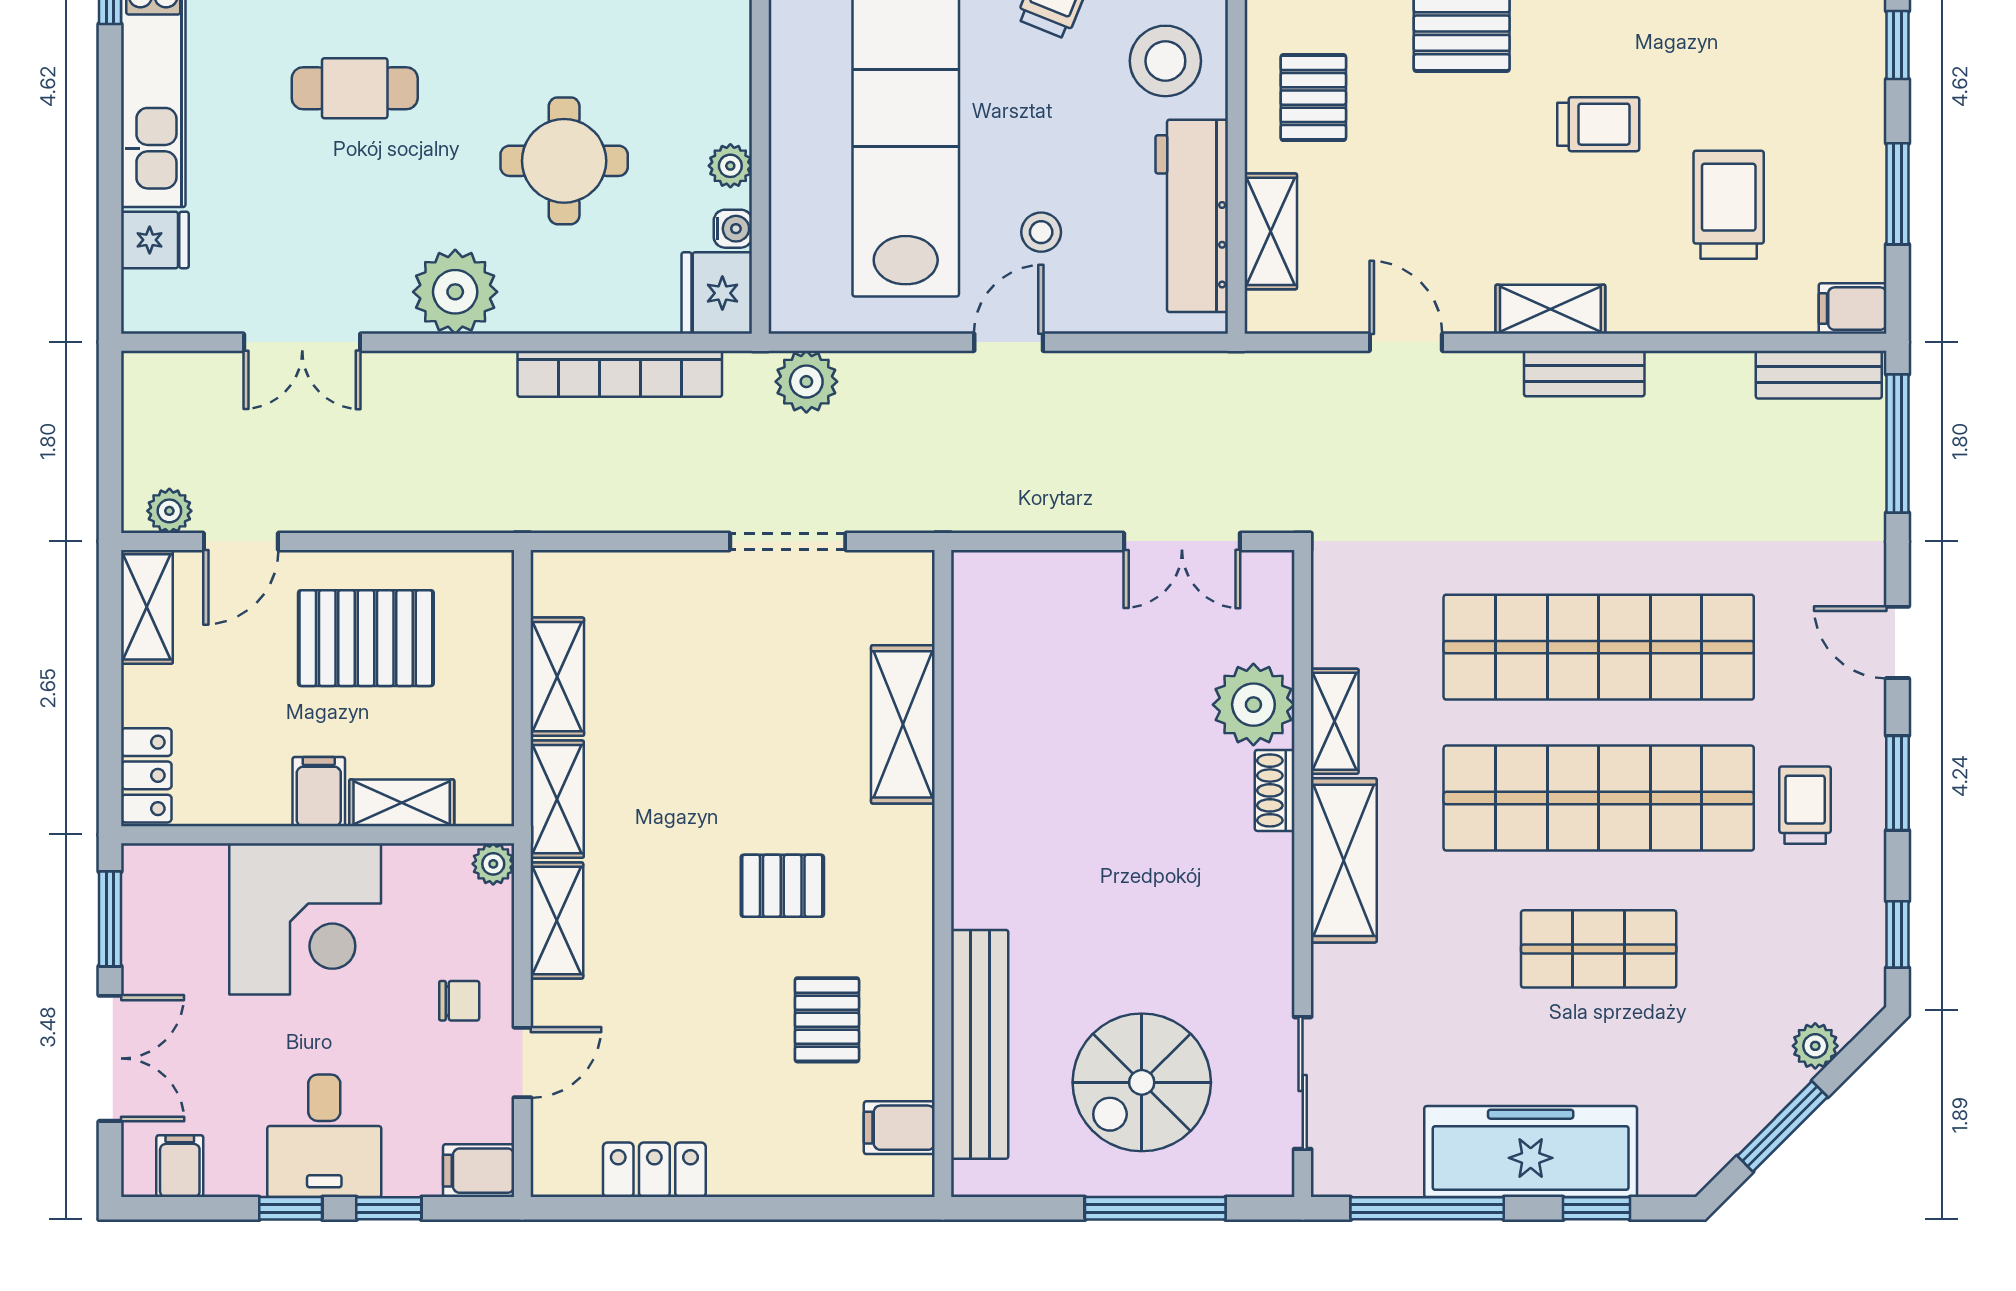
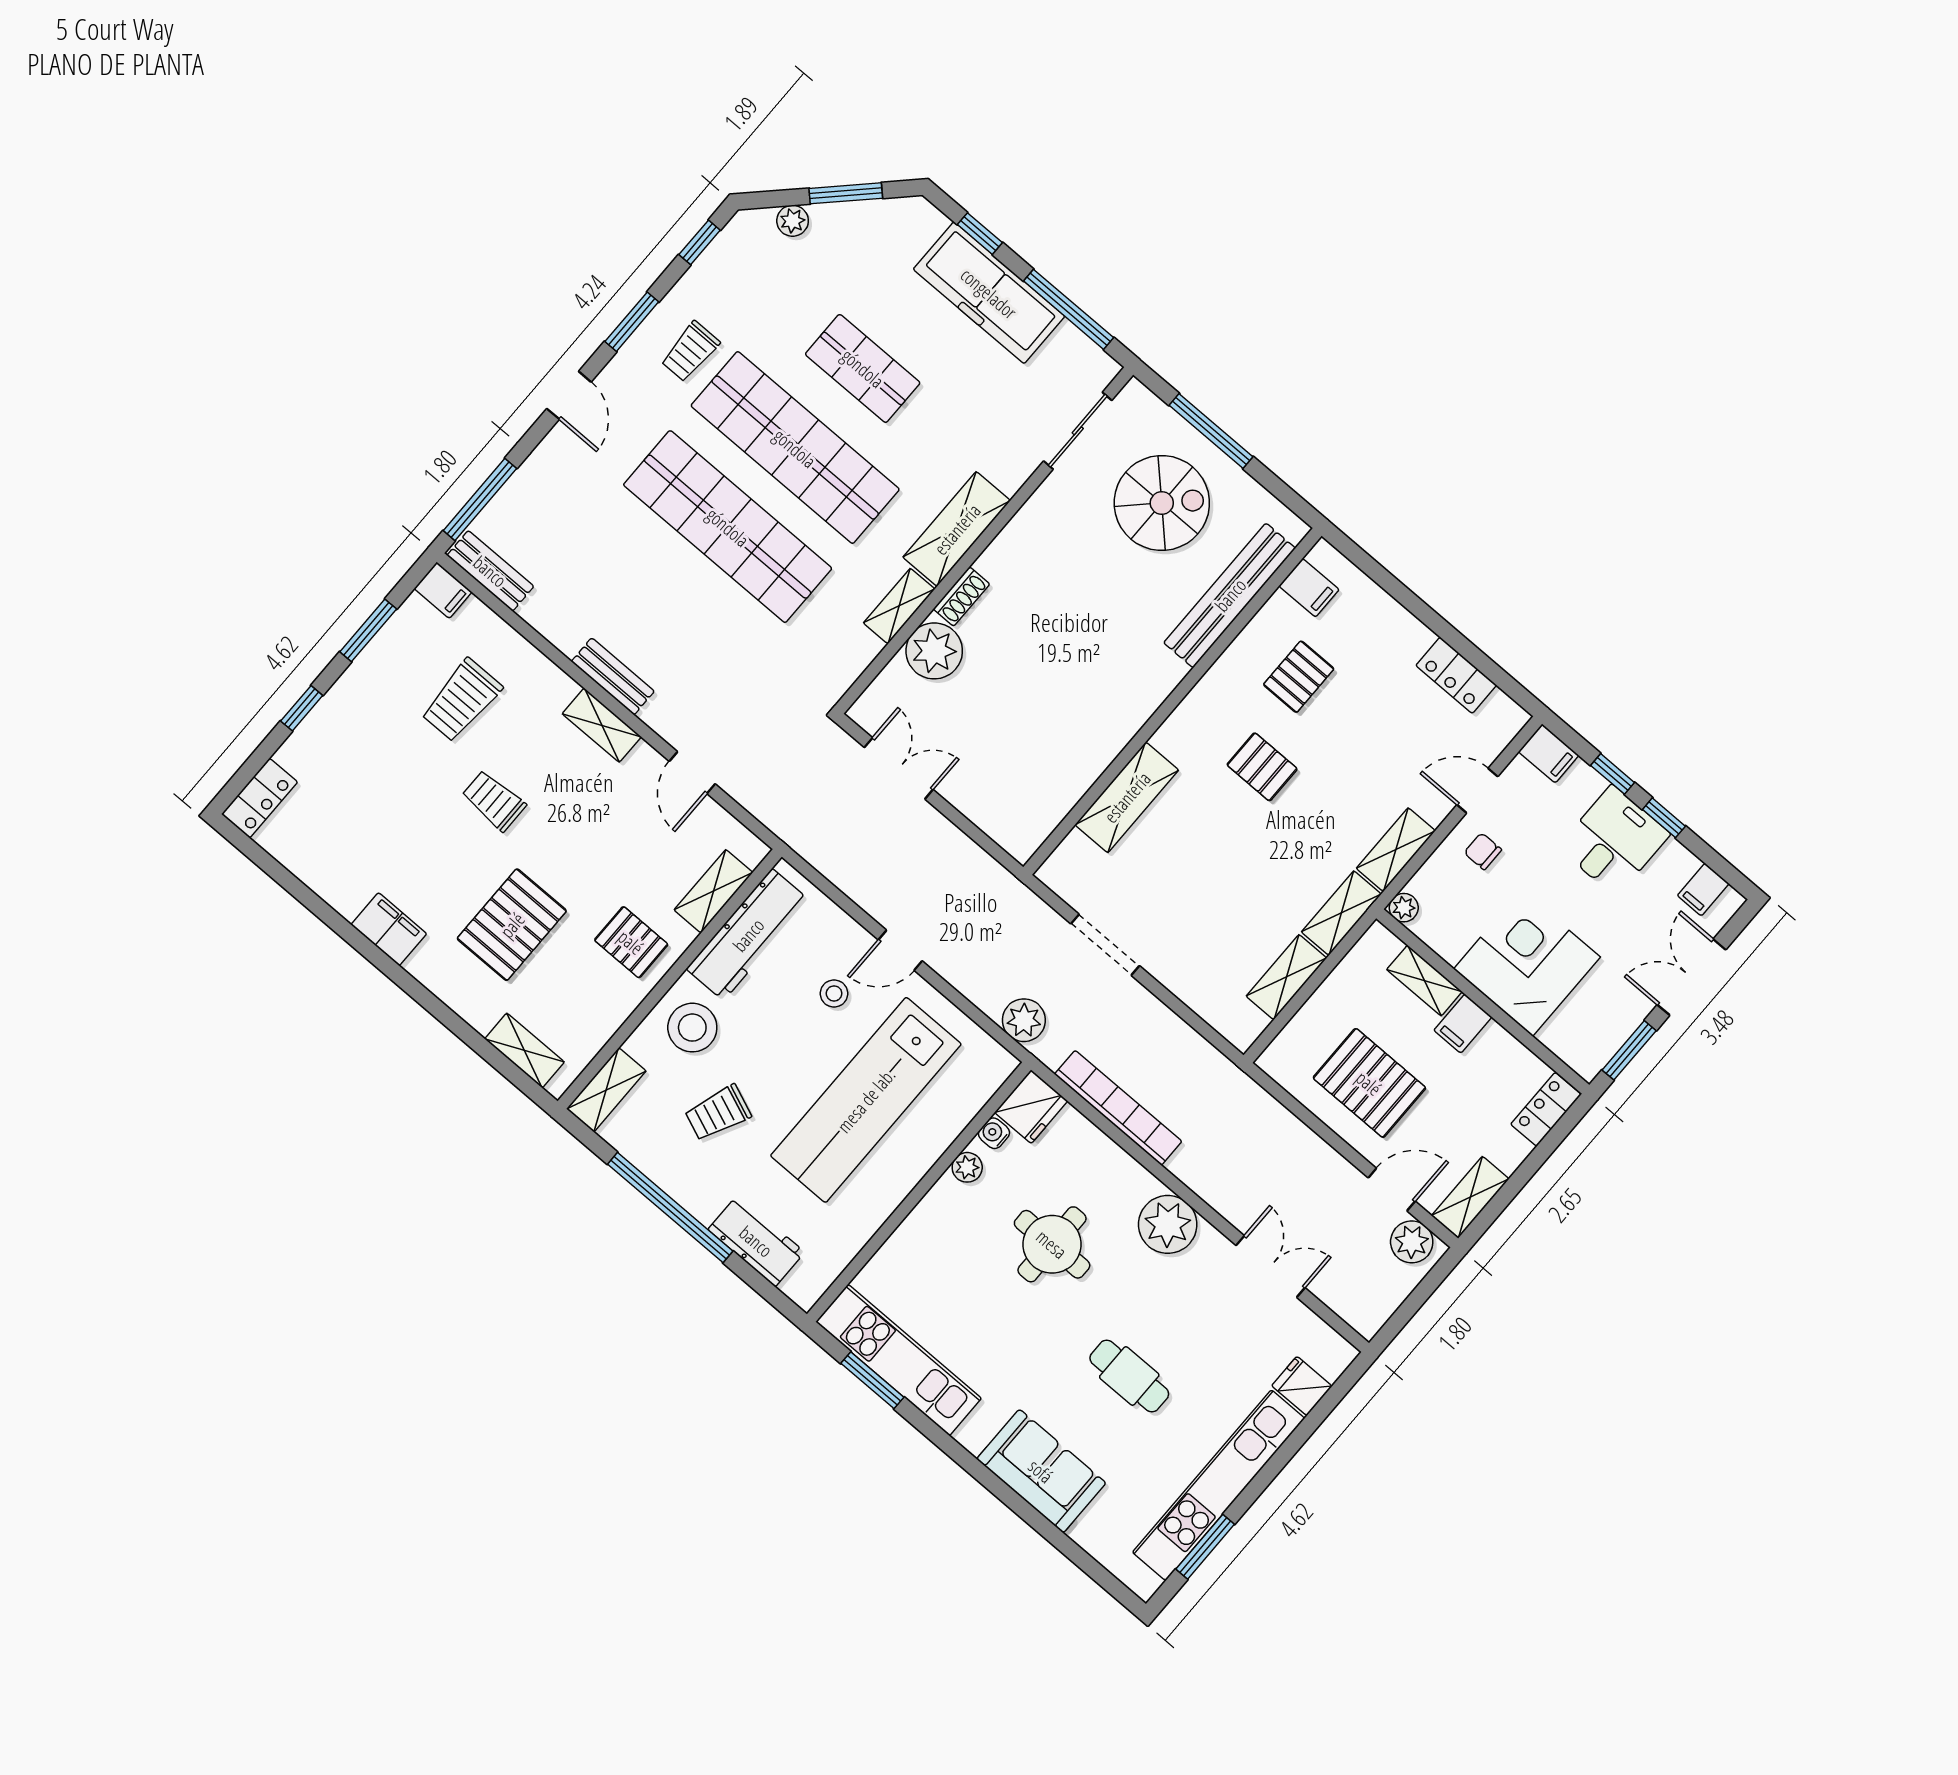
pallet: (1313, 98) -> (631, 942), turned 90
plant: (169, 511) -> (1412, 1242), width x1.38, depth x1.38

